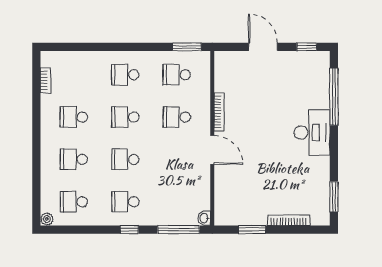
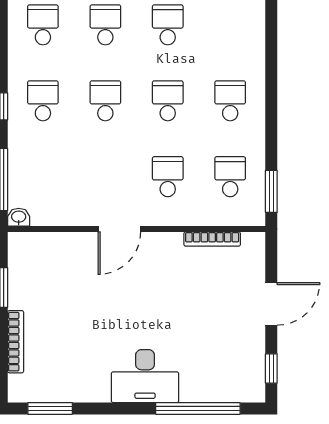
bookcase: (219, 112) -> (212, 239), moved

